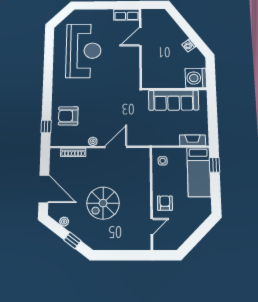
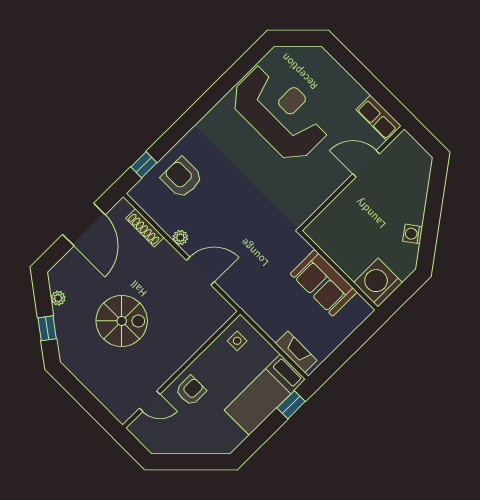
reception desk: (84, 51) -> (280, 113), turned -90
sofa: (174, 100) -> (324, 283), width x0.73
door: (44, 189) -> (84, 225), moved
spiral stairs: (103, 203) -> (122, 321), turned 180

